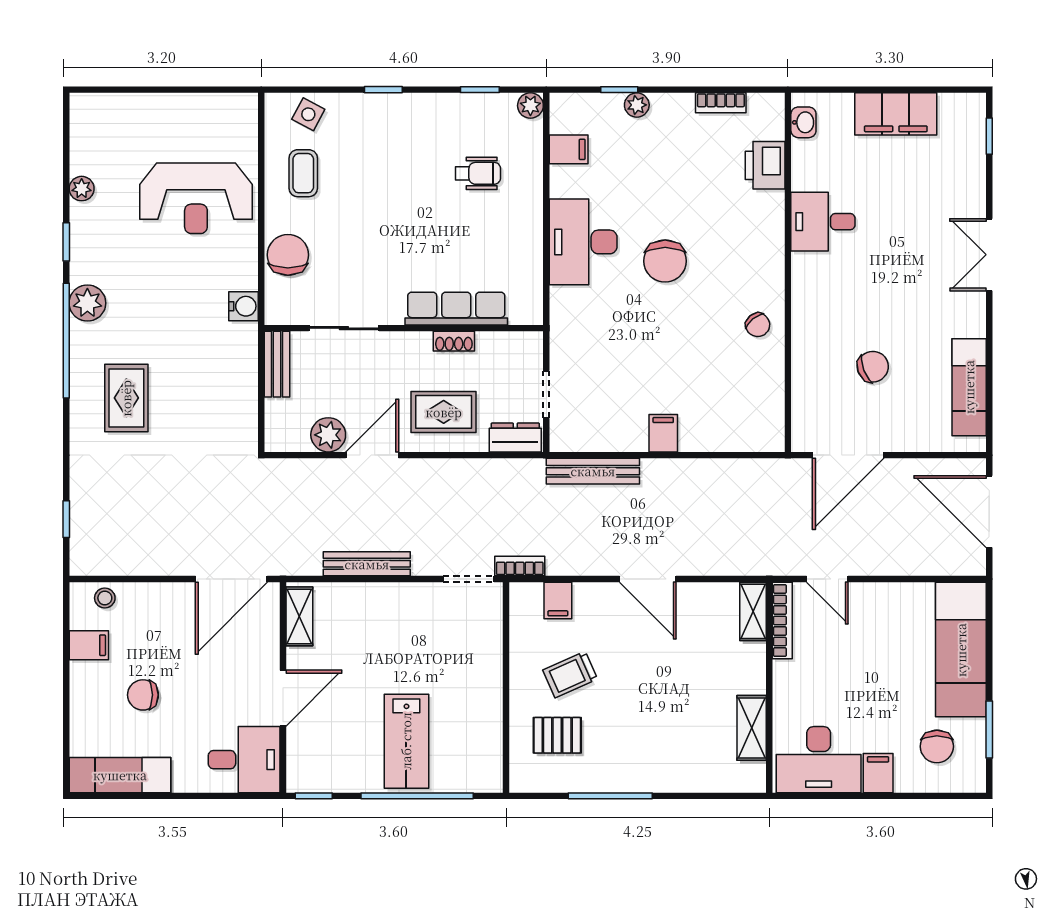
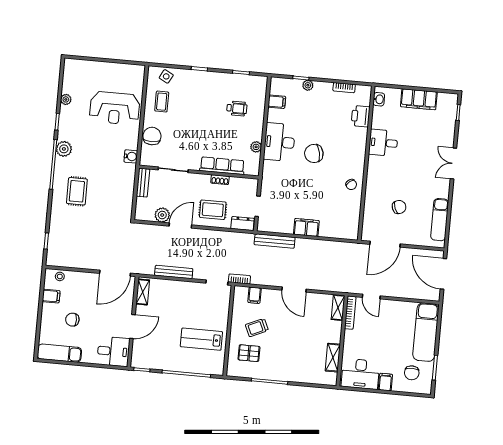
plant: (530, 106) -> (256, 147), moved
chair: (665, 261) -> (314, 153), turned 78
filing cabinet: (663, 433) -> (306, 227), width x2.00
lab bench: (406, 741) -> (201, 339), moved, turned 90

